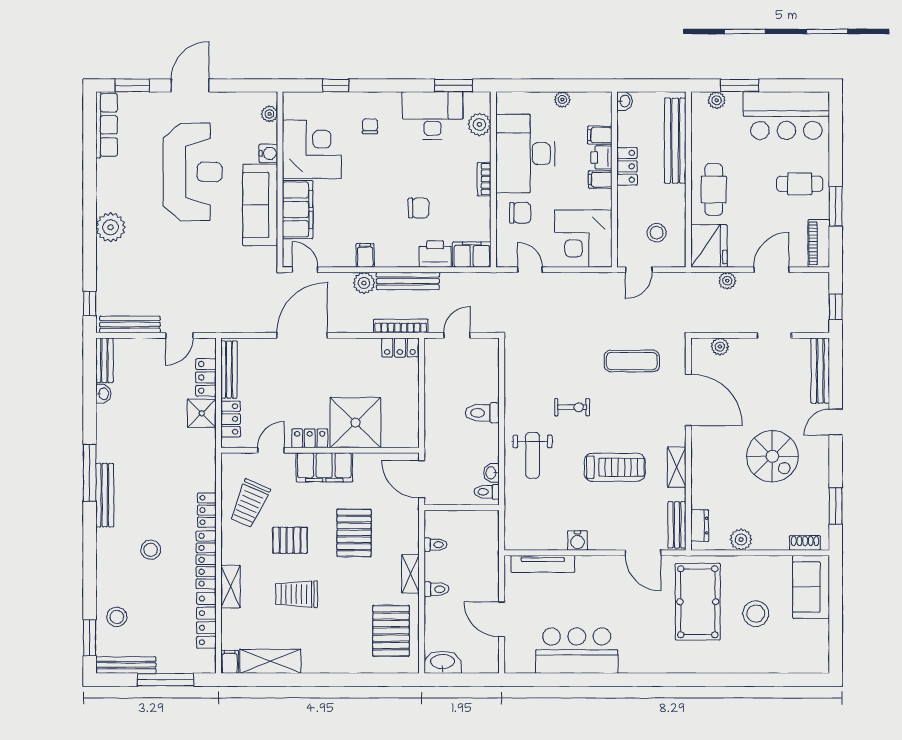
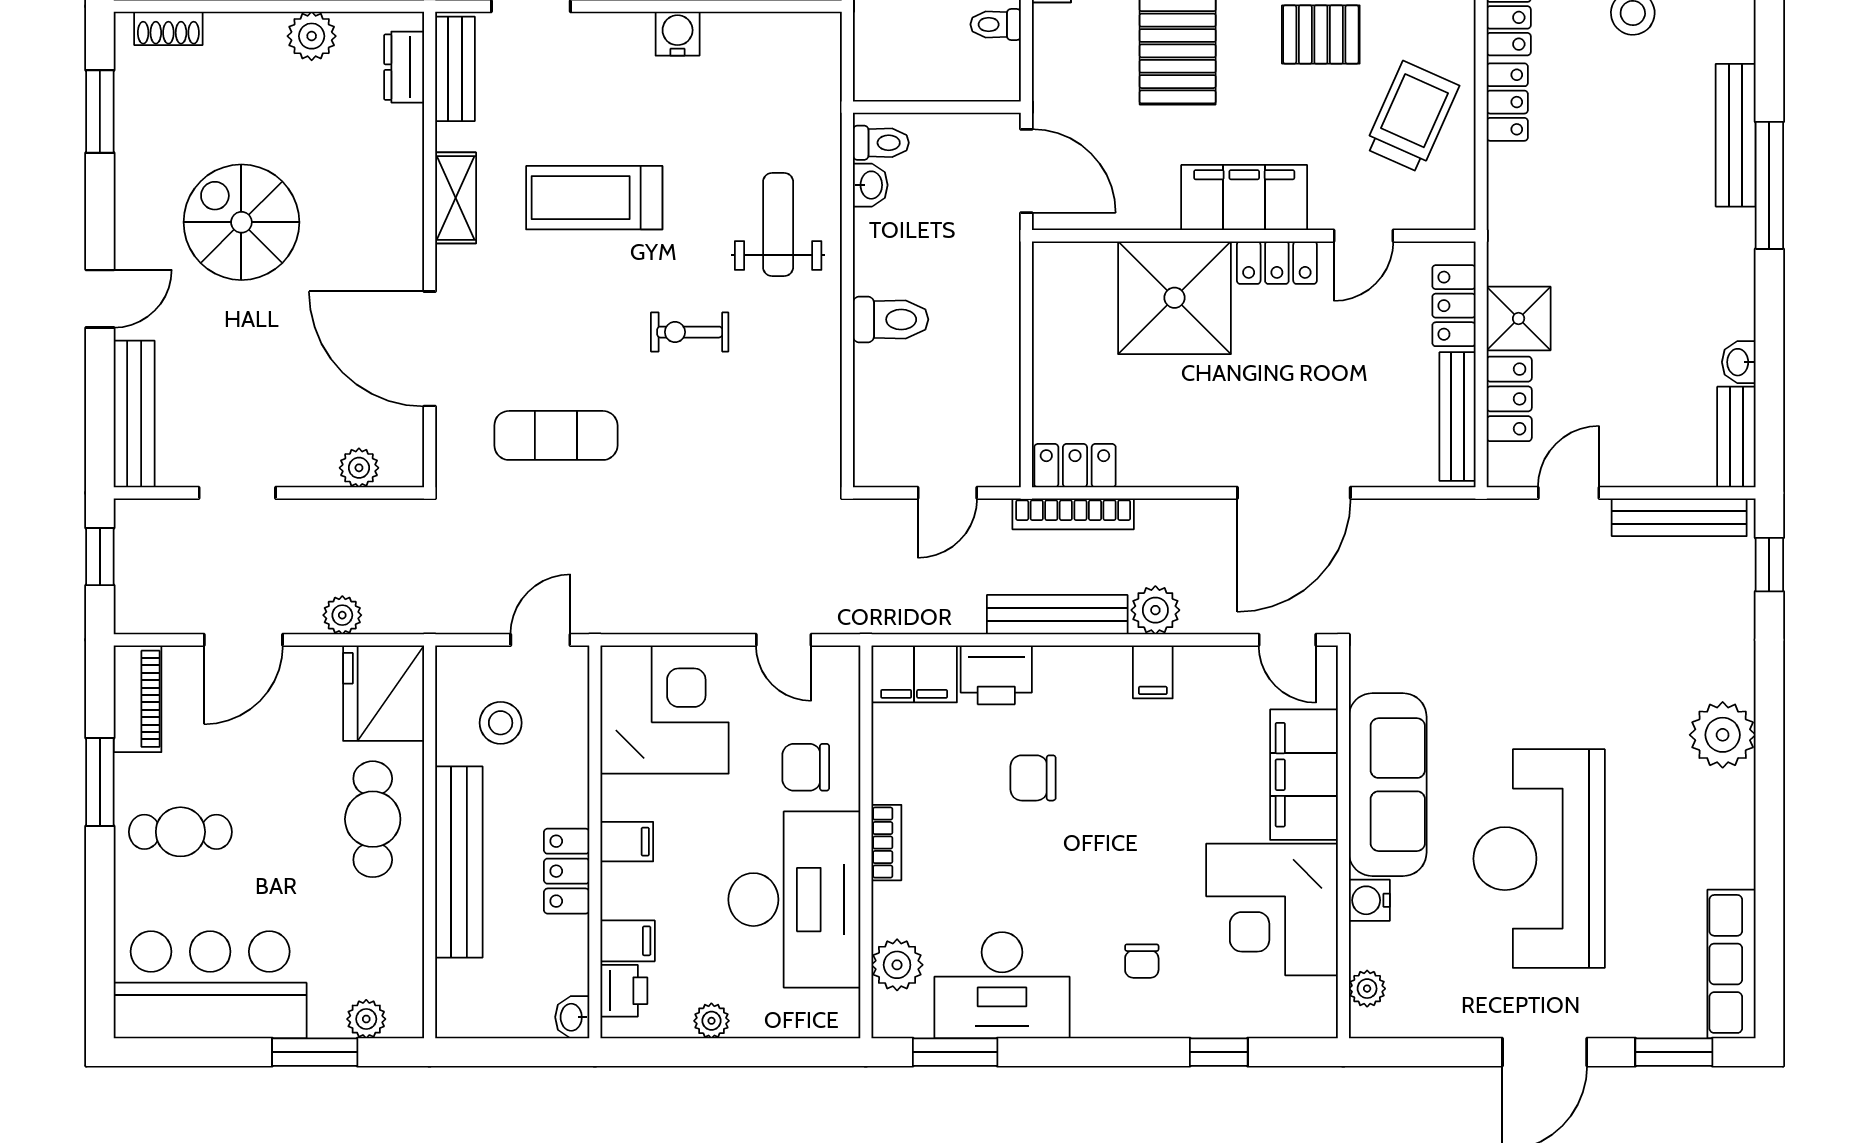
bench: (675, 141) -> (459, 862), moved
printer: (601, 158) -> (624, 991), moved

